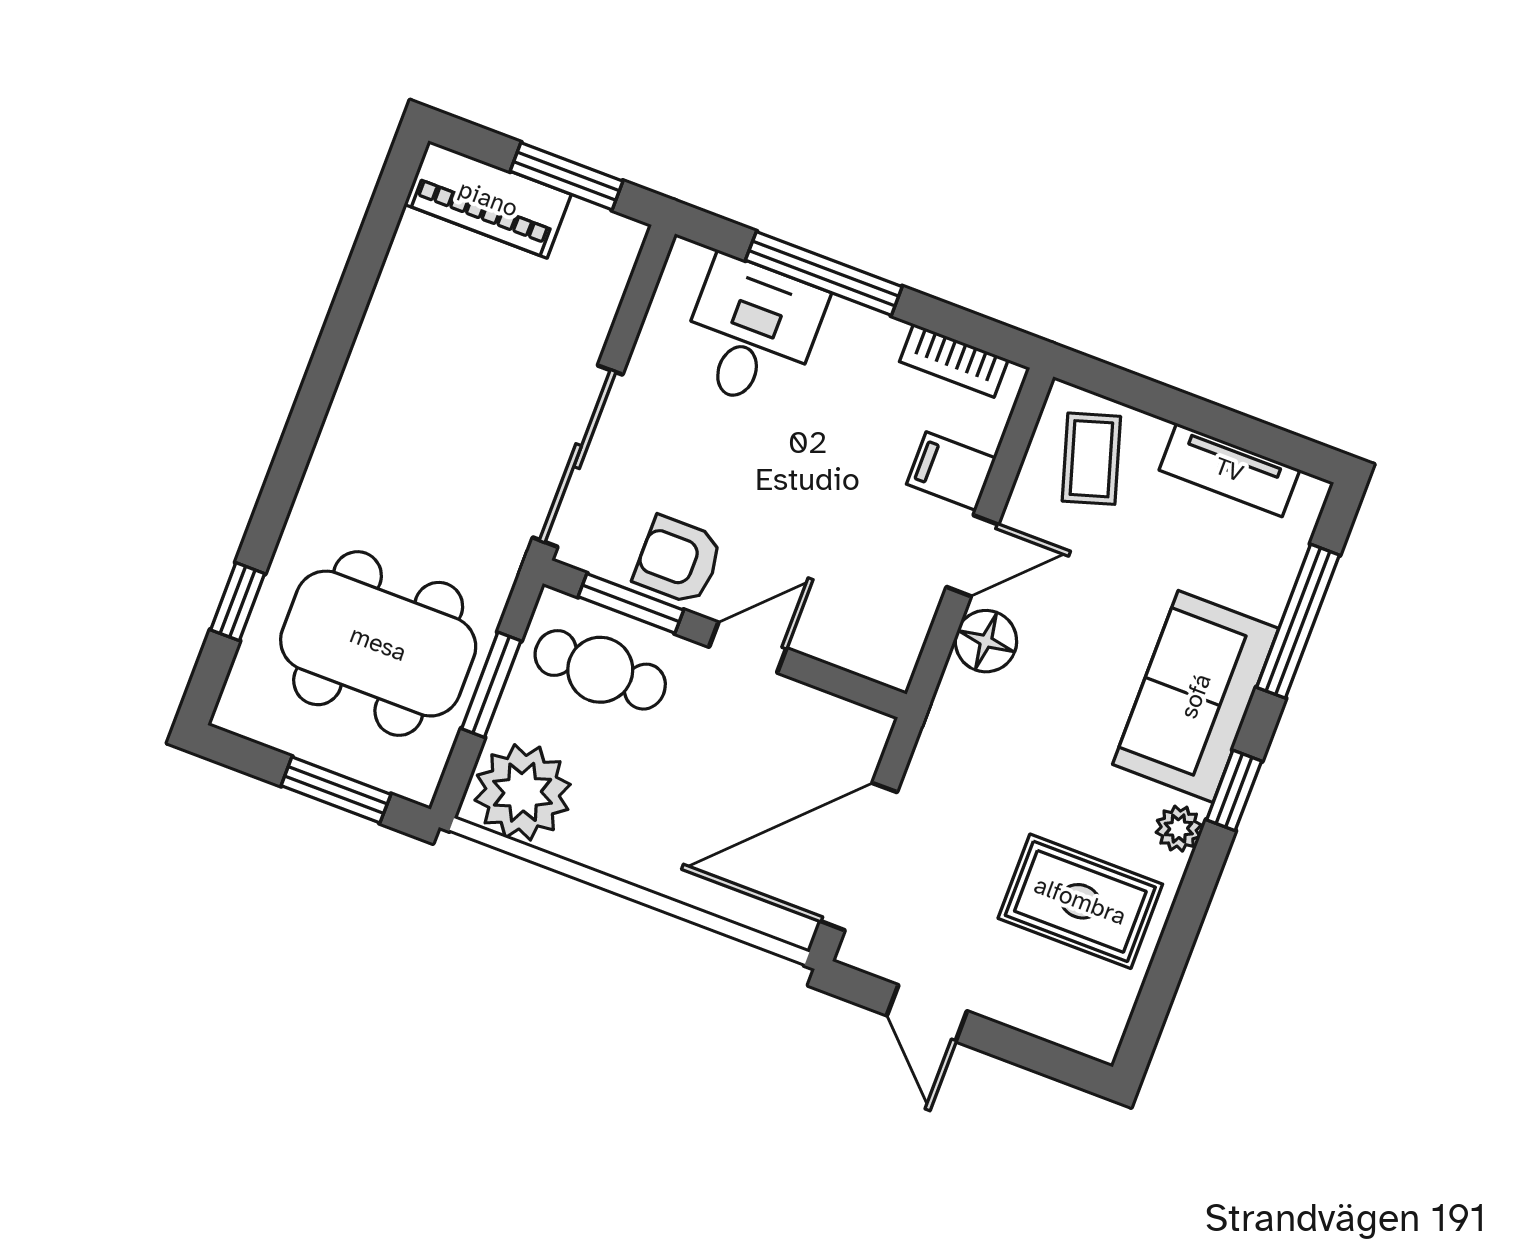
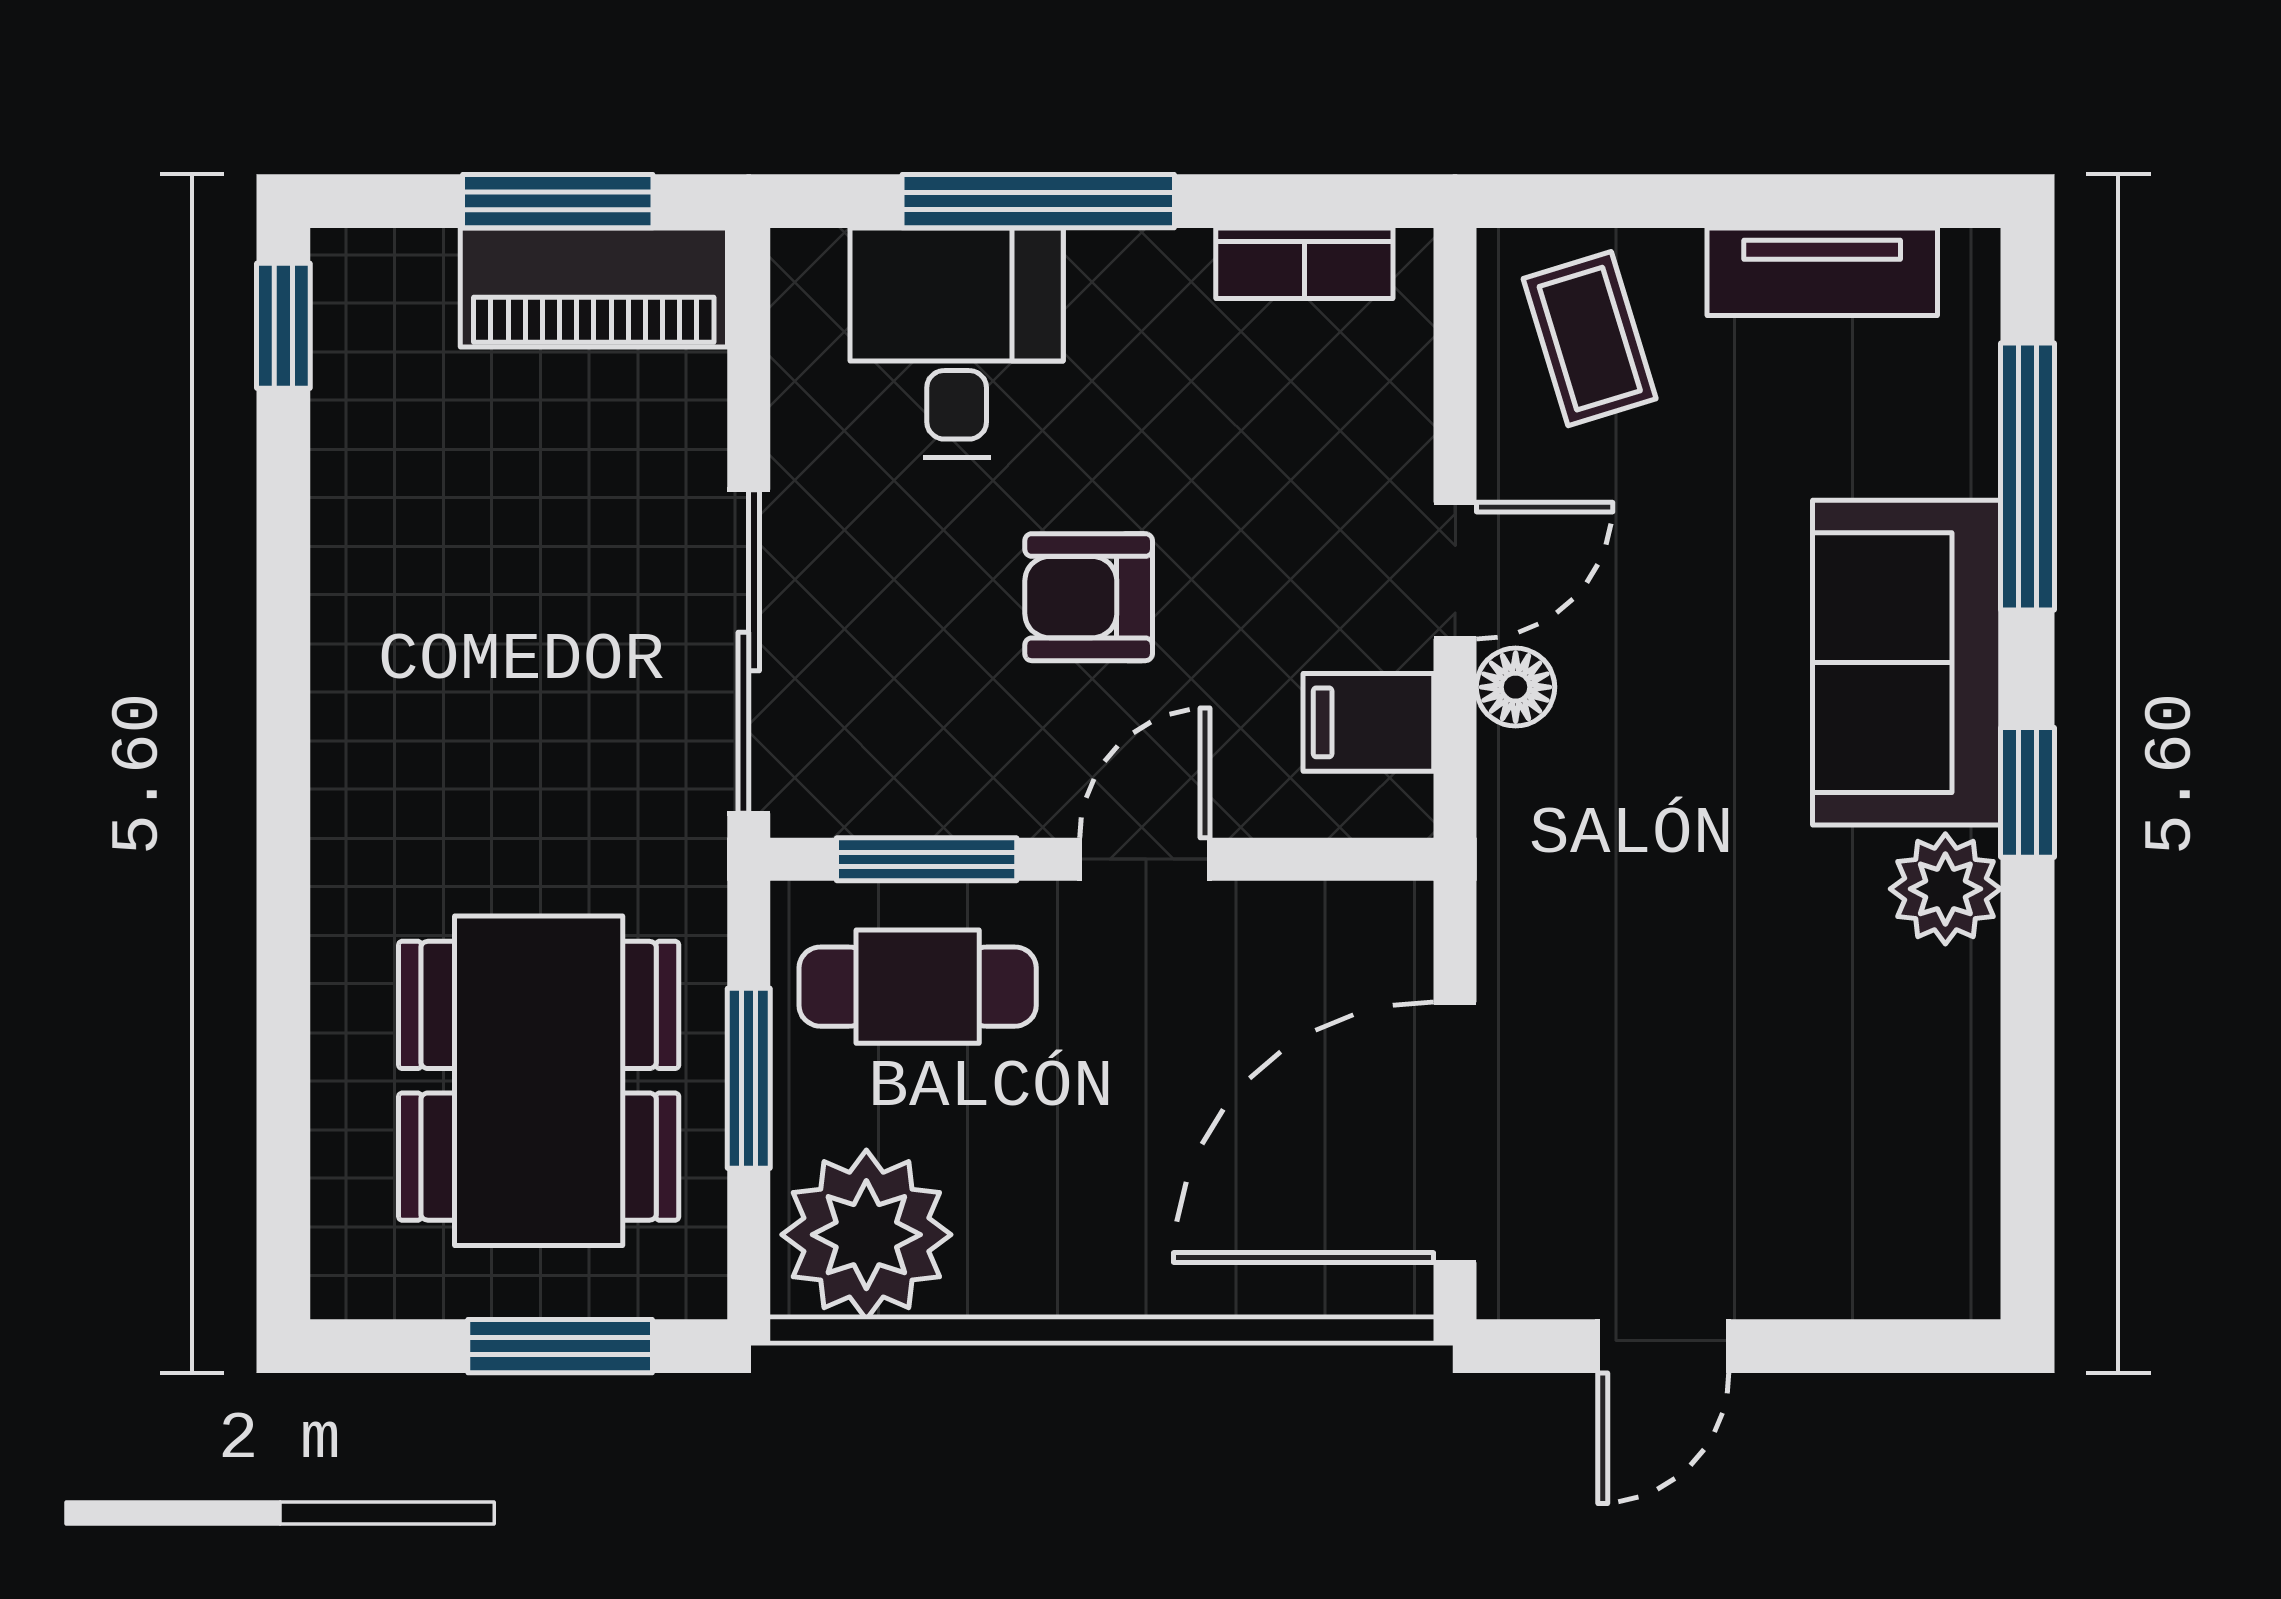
piano: (488, 199) -> (594, 287), moved
filing cabinet: (951, 471) -> (1368, 722), moved
armchair: (678, 560) -> (1089, 597), moved
window: (238, 602) -> (283, 326), moved
floor lamp: (986, 641) -> (1516, 687), width x0.73, depth x0.73
dining table: (378, 644) -> (539, 1081), turned 90
plant: (1179, 829) -> (1945, 889), width x1.38, depth x1.38
rug: (1080, 901) -> (1845, 1068), removed
door: (927, 1013) -> (1663, 1346), hinge flipped

